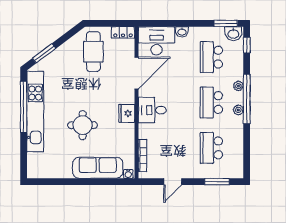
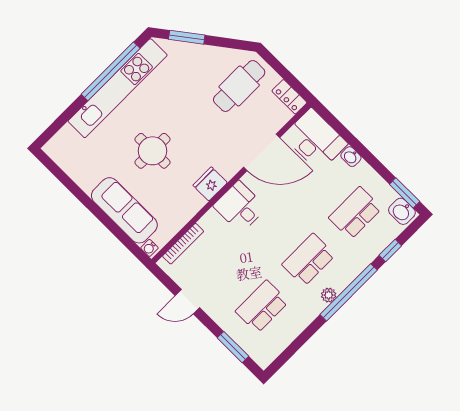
window: (247, 45) -> (390, 251), moved
plant: (238, 86) -> (353, 271), removed

